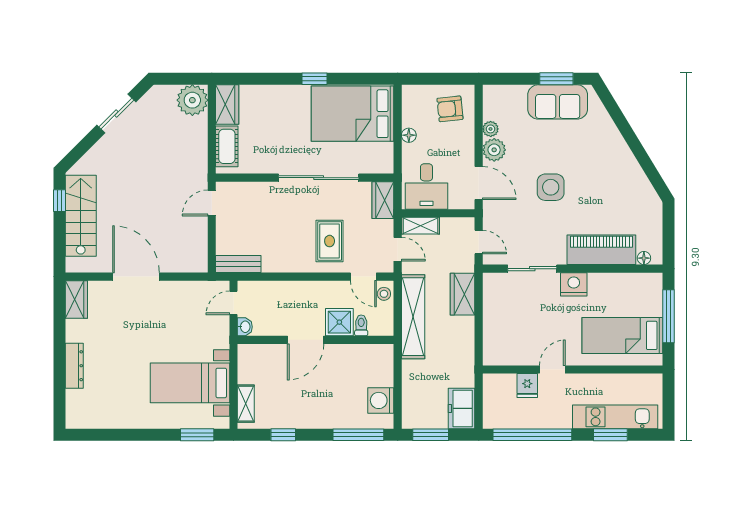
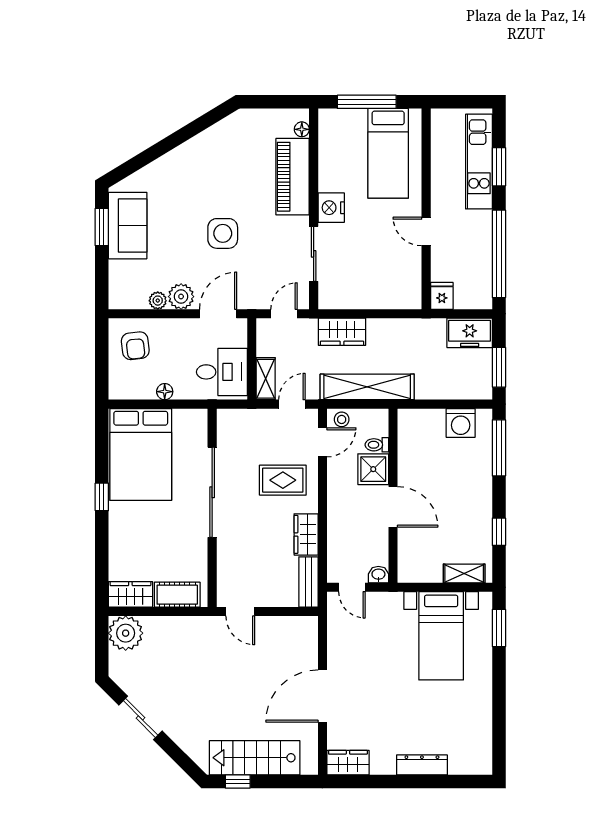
wardrobe: (383, 200) -> (306, 534), moved, turned 90
fridge: (527, 385) -> (442, 296), moved, turned -90

